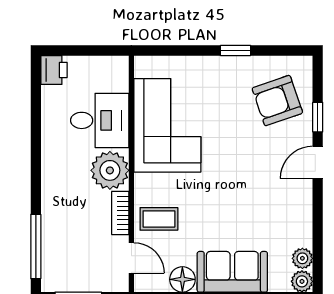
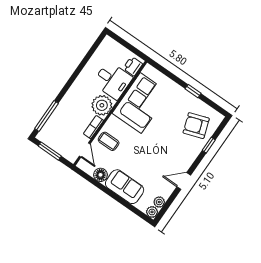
printer: (54, 70) -> (133, 66), moved, turned 180
door: (318, 162) -> (184, 181), moved

